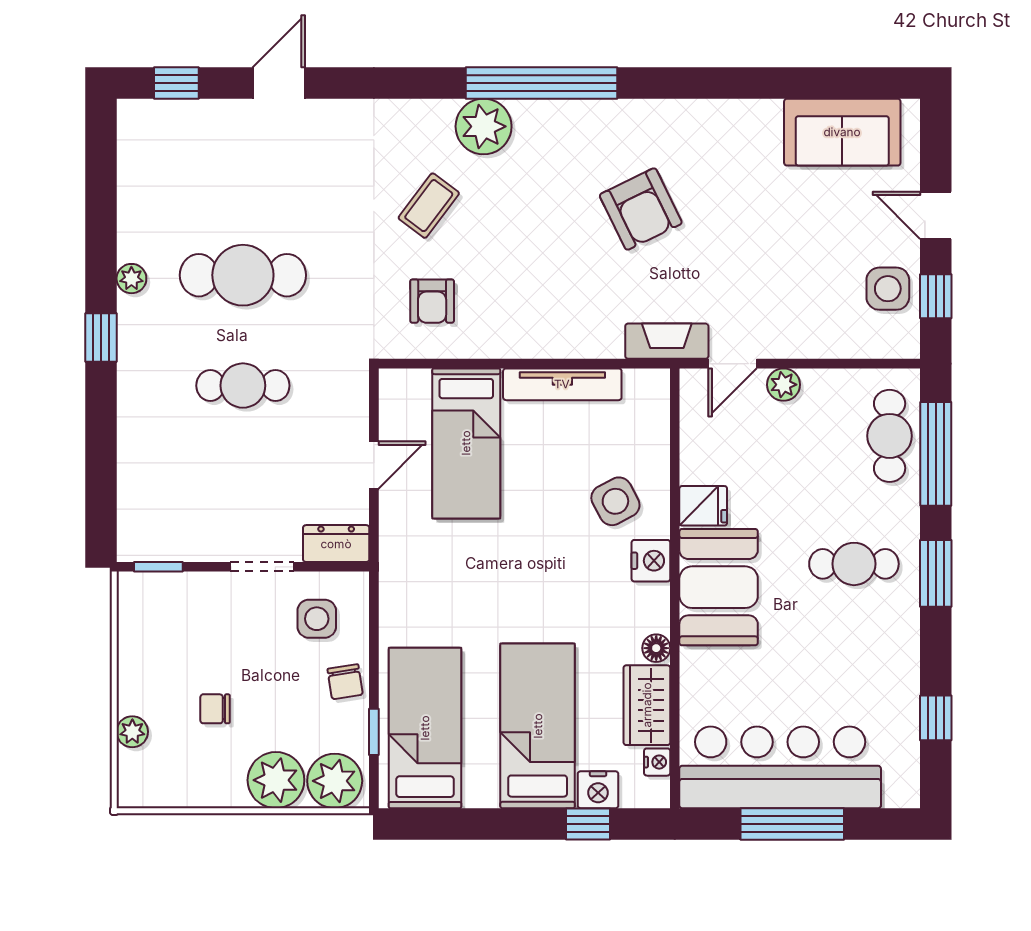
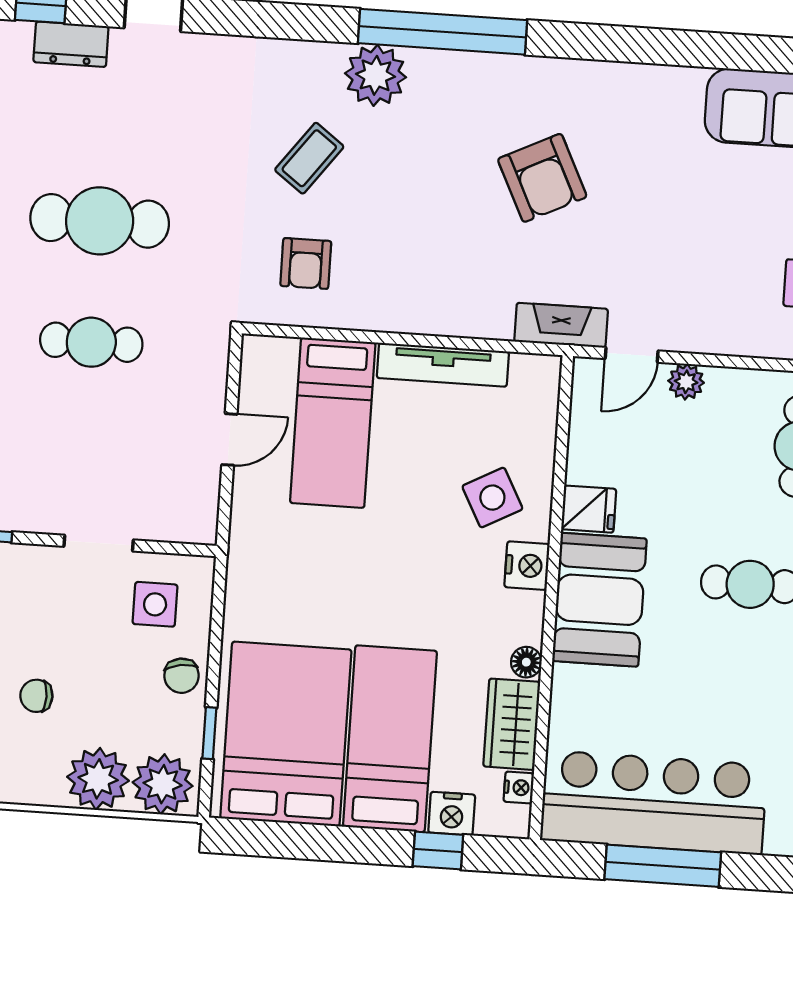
dresser: (336, 544) -> (71, 44), moved, turned 180
bed: (425, 728) -> (286, 734), width x1.50

